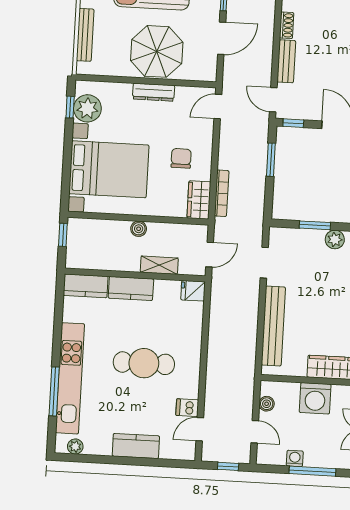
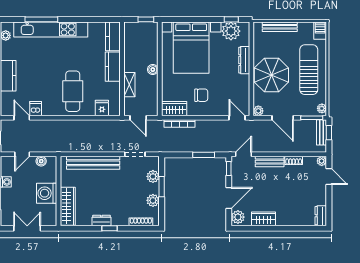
plant: (209, 74) -> (258, 111), added
dresser: (154, 92) -> (244, 60), moved
plant: (299, 237) -> (153, 176), added
fridge: (193, 291) -> (102, 108), moved
cafe table: (144, 363) -> (73, 91), moved

